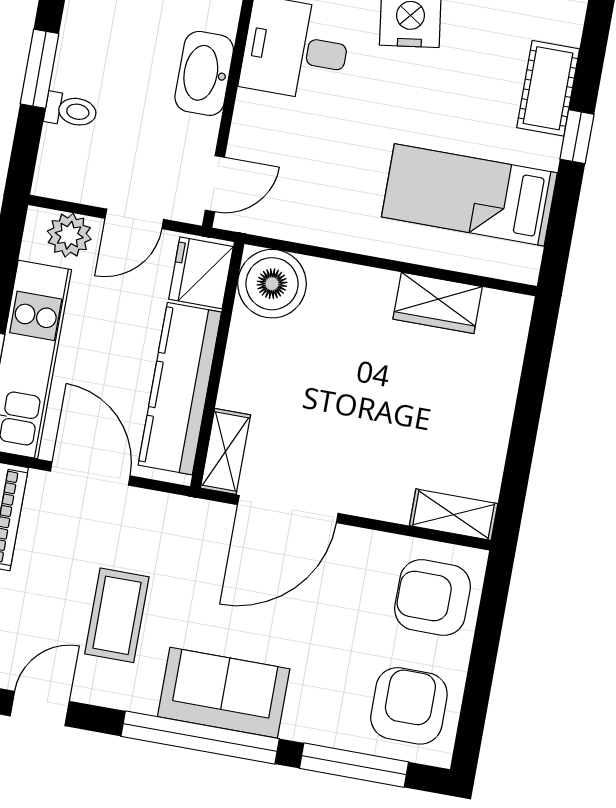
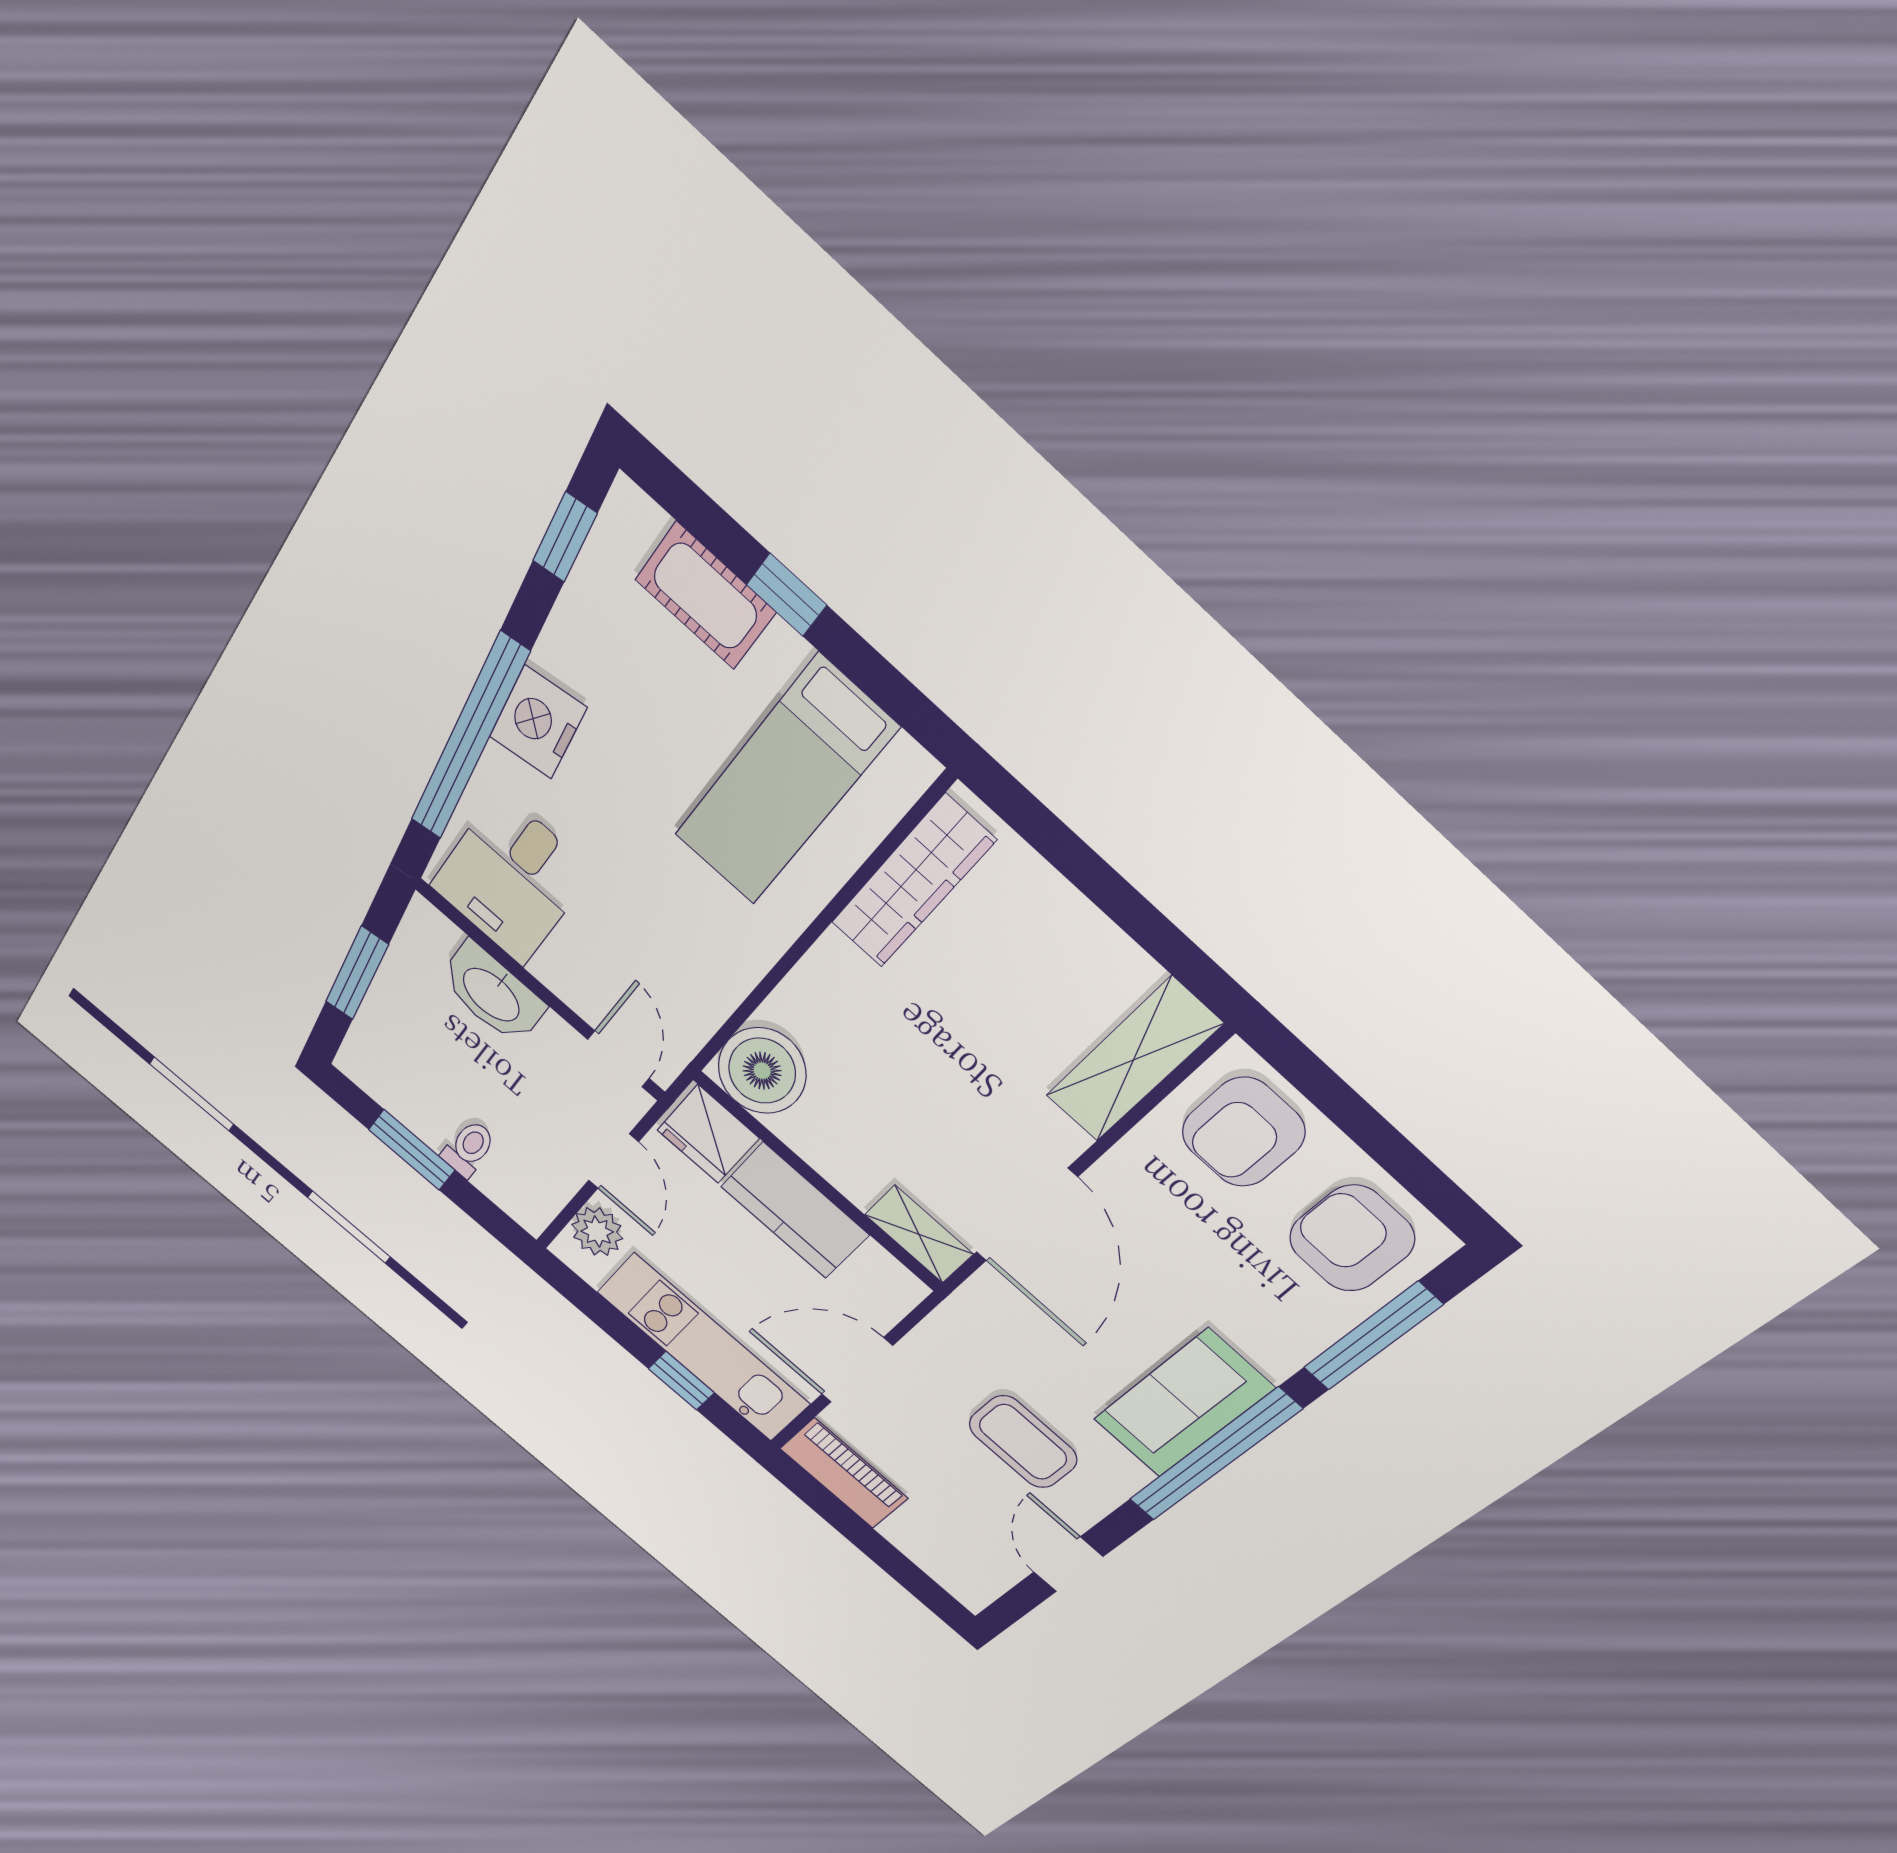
wardrobe: (438, 303) -> (913, 882), width x1.50
kitchen counter: (180, 389) -> (795, 1211), width x0.67
shelving: (454, 515) -> (1133, 1060), width x1.50, depth x1.33

